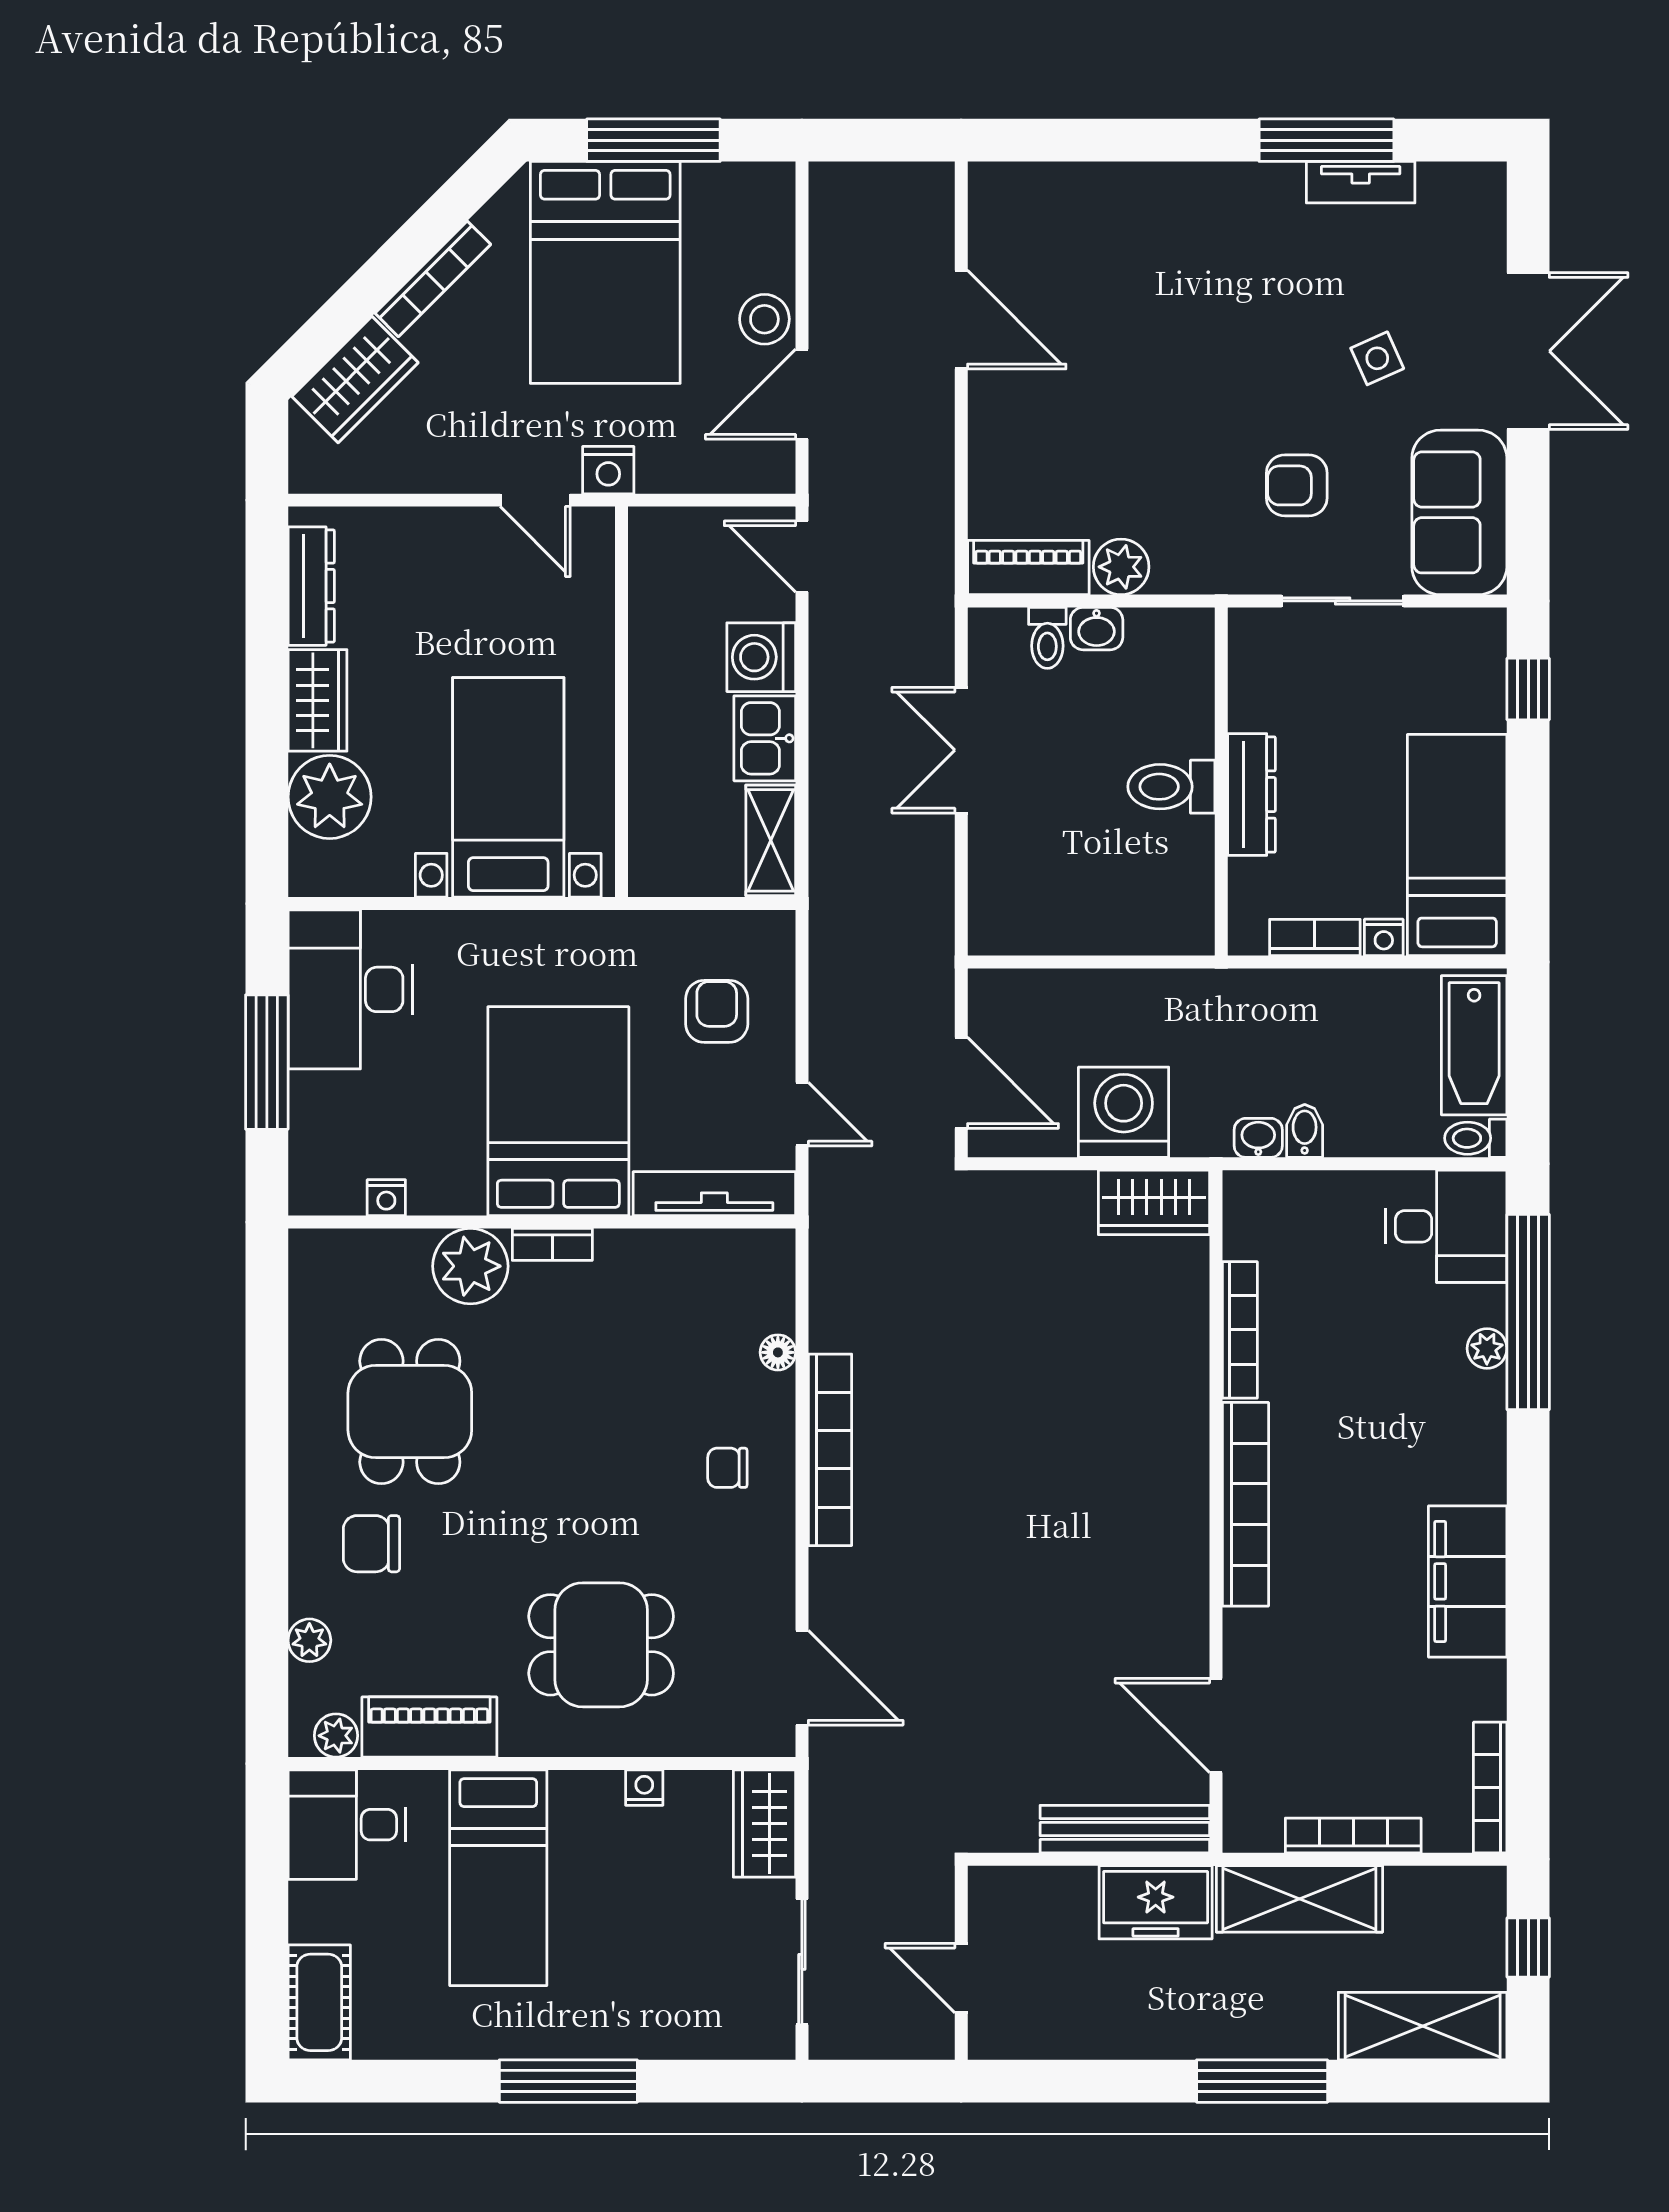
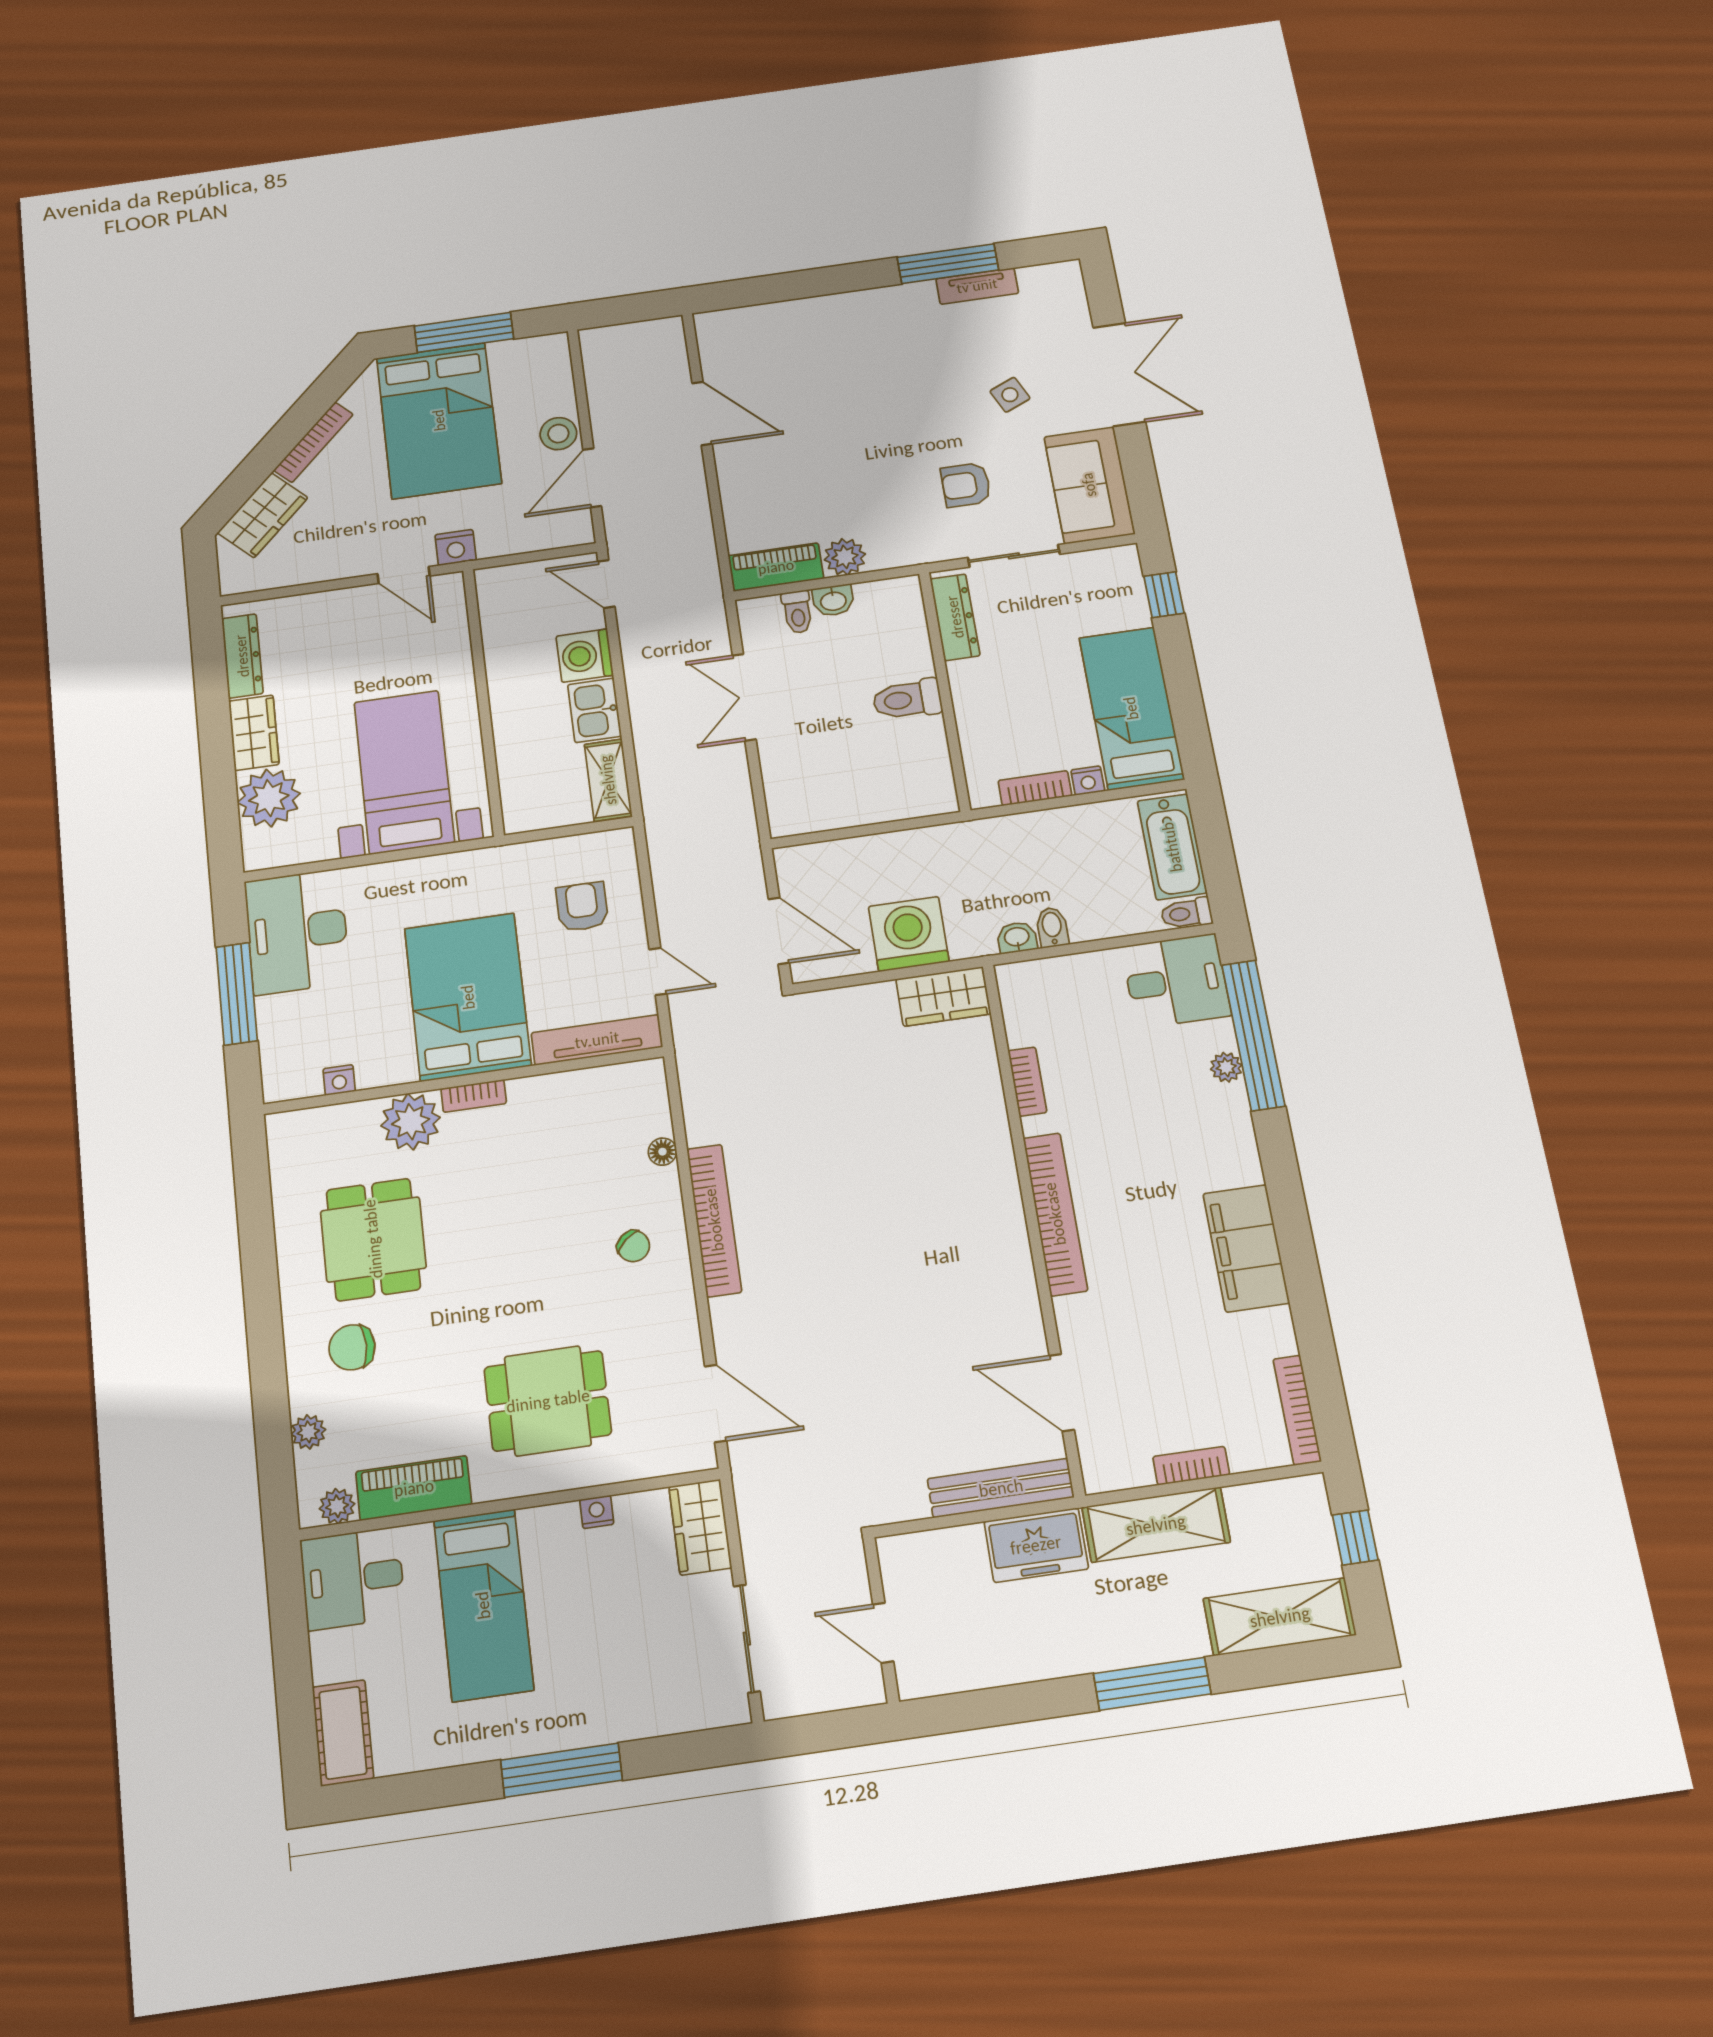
dresser: (1251, 795) -> (955, 617), moved
bookcase: (1240, 1330) -> (1027, 1082), width x0.64
chair: (727, 1468) -> (633, 1246), turned -131
bookcase: (1353, 1835) -> (1191, 1466), width x0.64

